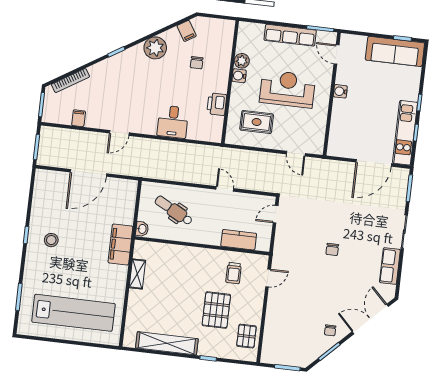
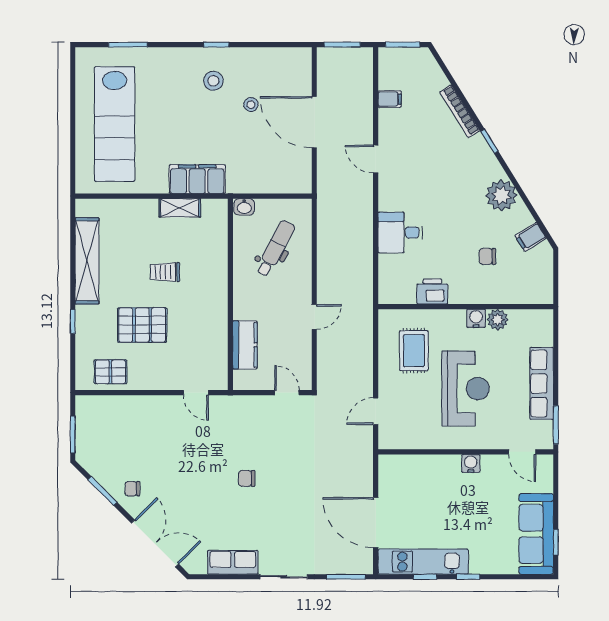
door: (336, 54) -> (522, 452), swing flipped
bookcase: (70, 81) -> (460, 111), moved
stool: (71, 216) -> (251, 105), added
filing cabinet: (120, 245) -> (197, 179), moved
trolley: (234, 273) -> (165, 272), moved

